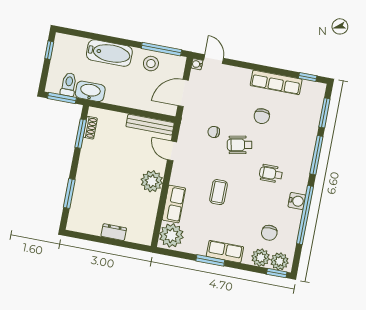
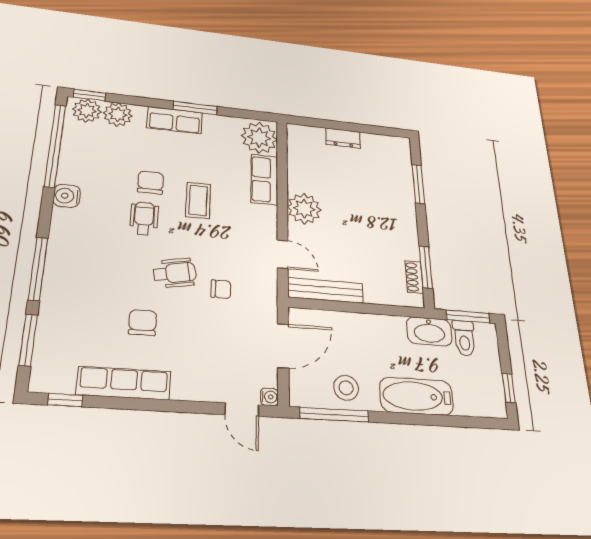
wheelchair: (271, 174) -> (144, 218), moved, turned -90
window: (305, 215) -> (55, 145), moved
chair: (269, 233) -> (151, 183), moved

